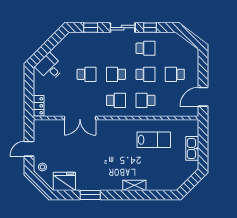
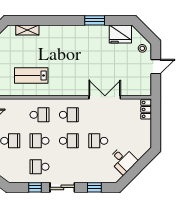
desk: (50, 67) -> (123, 160), moved
school desk: (116, 100) -> (69, 115), turned 180
shelving: (134, 185) -> (27, 30), moved

